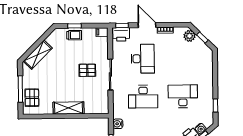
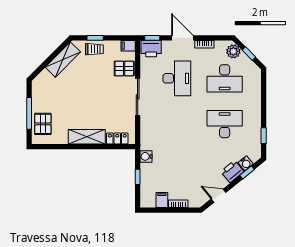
shelving: (38, 55) -> (63, 60), moved
pallet: (87, 70) -> (124, 69), moved
desk: (143, 97) -> (225, 78), moved
locker: (94, 109) -> (117, 138), added

